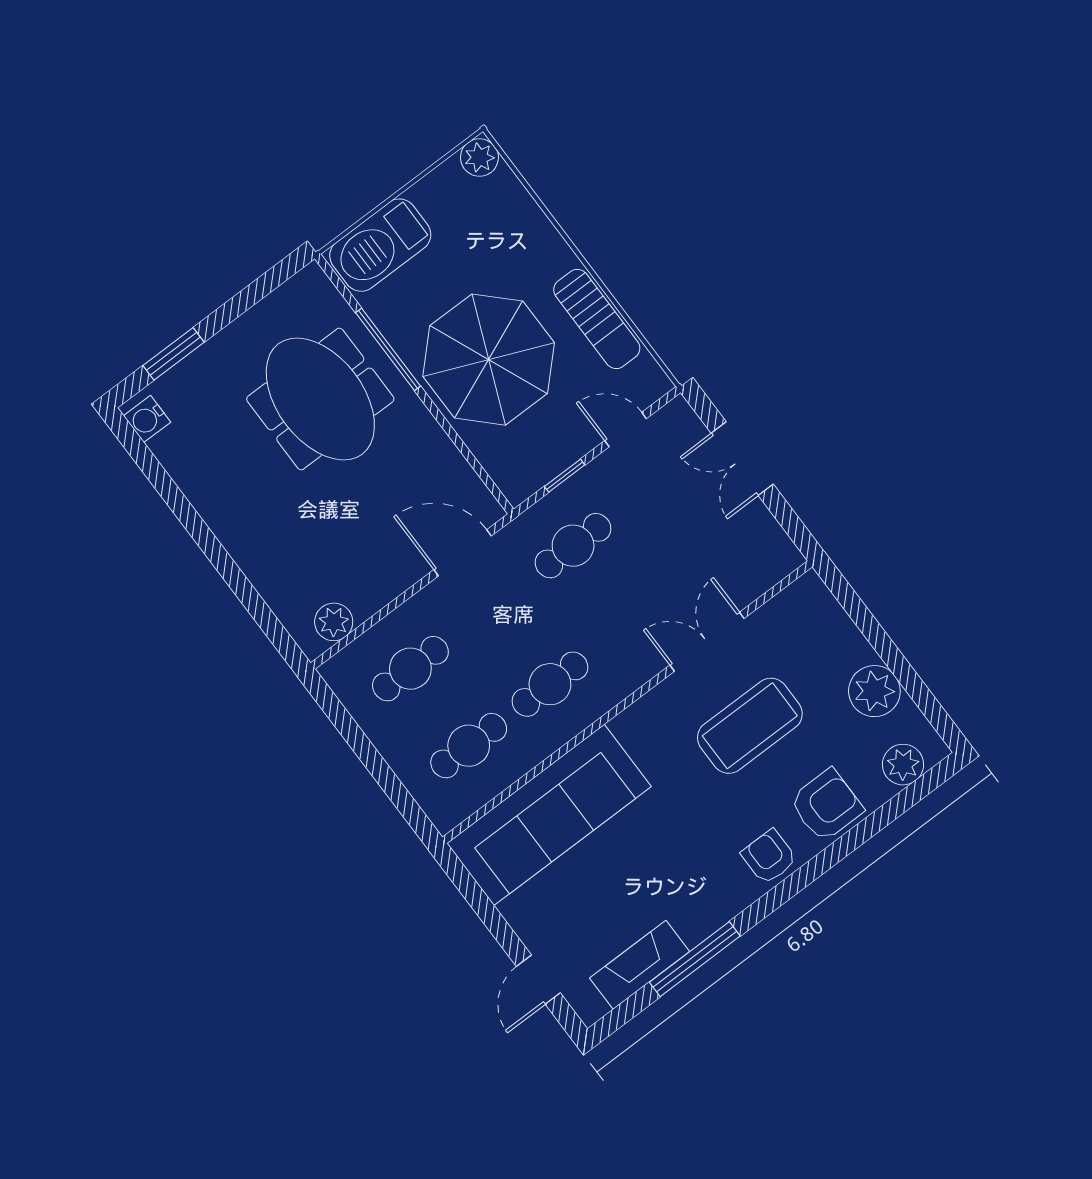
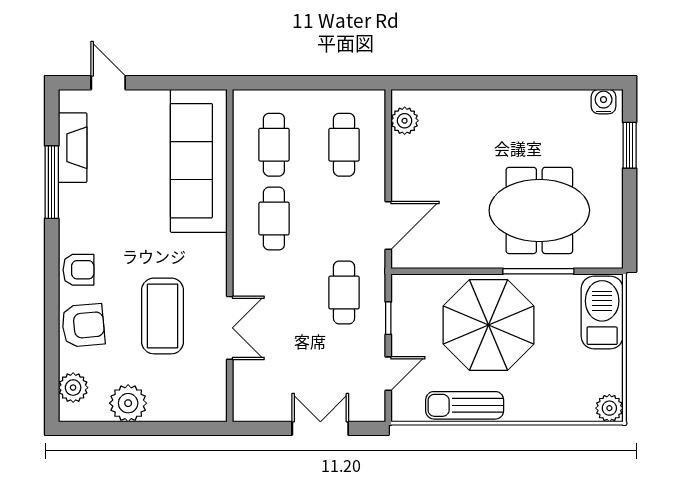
armchair: (826, 805) -> (83, 325), turned -95

